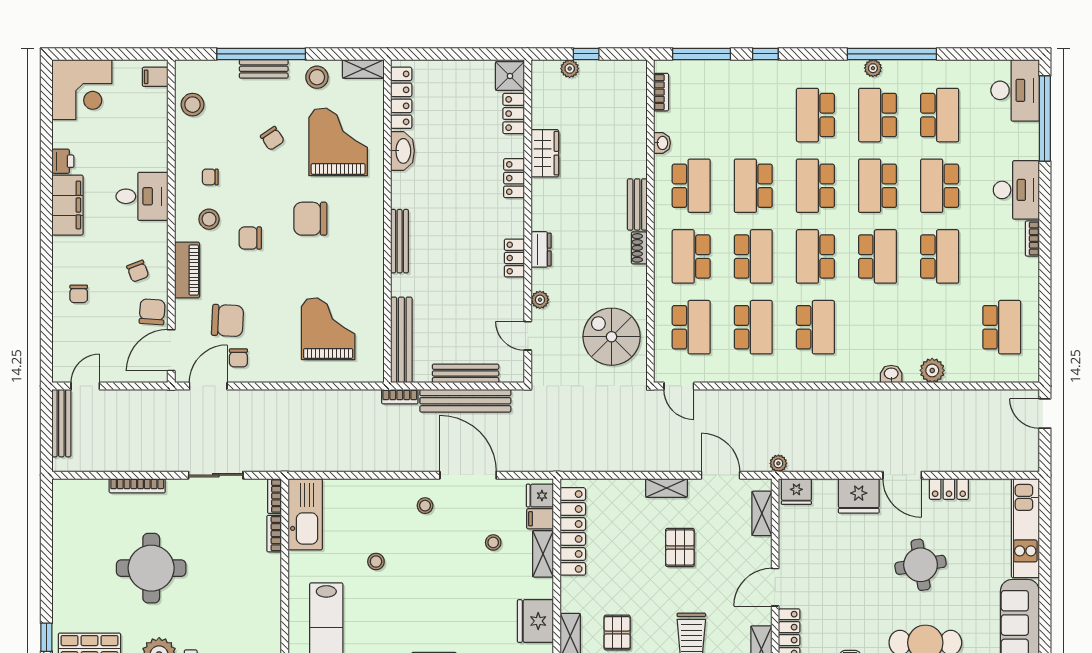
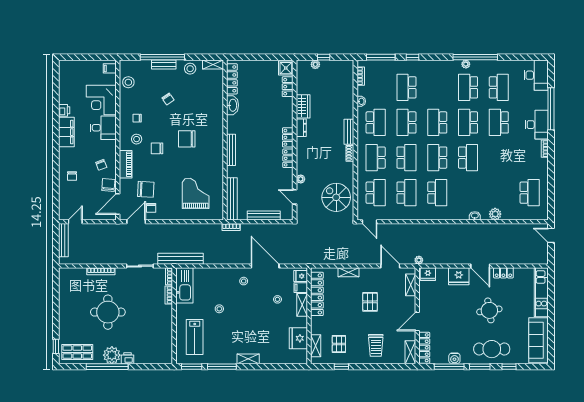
corner desk: (82, 90) -> (101, 100), moved, turned 90
school desk: (815, 115) -> (406, 87), moved
window: (1045, 119) -> (551, 109), moved
grand piano: (338, 142) -> (201, 101), removed
locker: (514, 178) -> (288, 137), moved
dresser: (541, 249) -> (301, 128), moved
school desk: (940, 256) -> (499, 158), removed
bench: (465, 401) -> (180, 259), moved
shelving: (667, 488) -> (348, 272), moved

